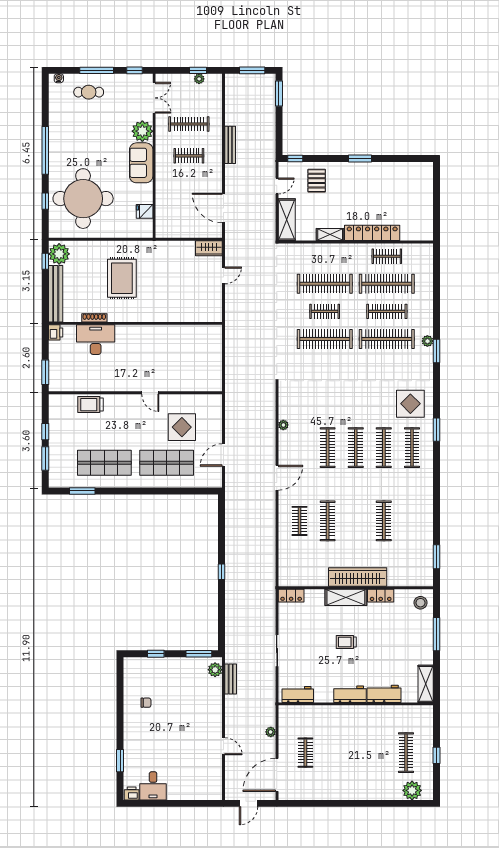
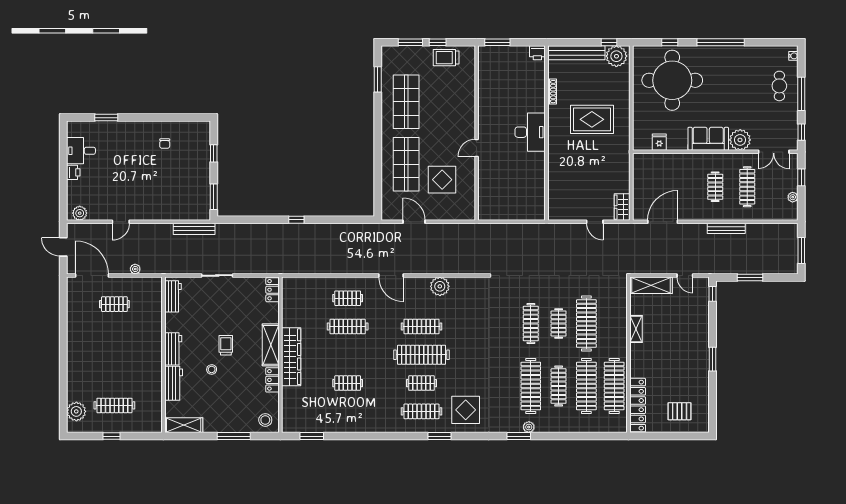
window: (198, 70) -> (801, 177), moved
window: (279, 94) -> (750, 277), moved
pallet: (317, 181) -> (680, 411), moved
locker: (372, 233) -> (638, 405), moved
clothes rail: (387, 256) -> (614, 386), width x1.86, depth x1.31
clothes rail: (325, 339) -> (531, 324), width x0.73, depth x0.76
desk: (96, 340) -> (530, 132), moved
trolley: (90, 405) -> (446, 58), moved, turned -90
plant: (283, 425) -> (440, 286), width x1.88, depth x1.88
clothes rail: (356, 448) -> (421, 355), width x1.37, depth x1.31
clothes rail: (384, 448) -> (421, 383), width x0.73
clothes rail: (384, 521) -> (348, 383), width x0.73
stool: (370, 656) -> (212, 369), added
plant: (215, 670) -> (80, 213), moved
bench: (231, 679) -> (194, 229), width x1.36
printer: (132, 793) -> (73, 172), moved

